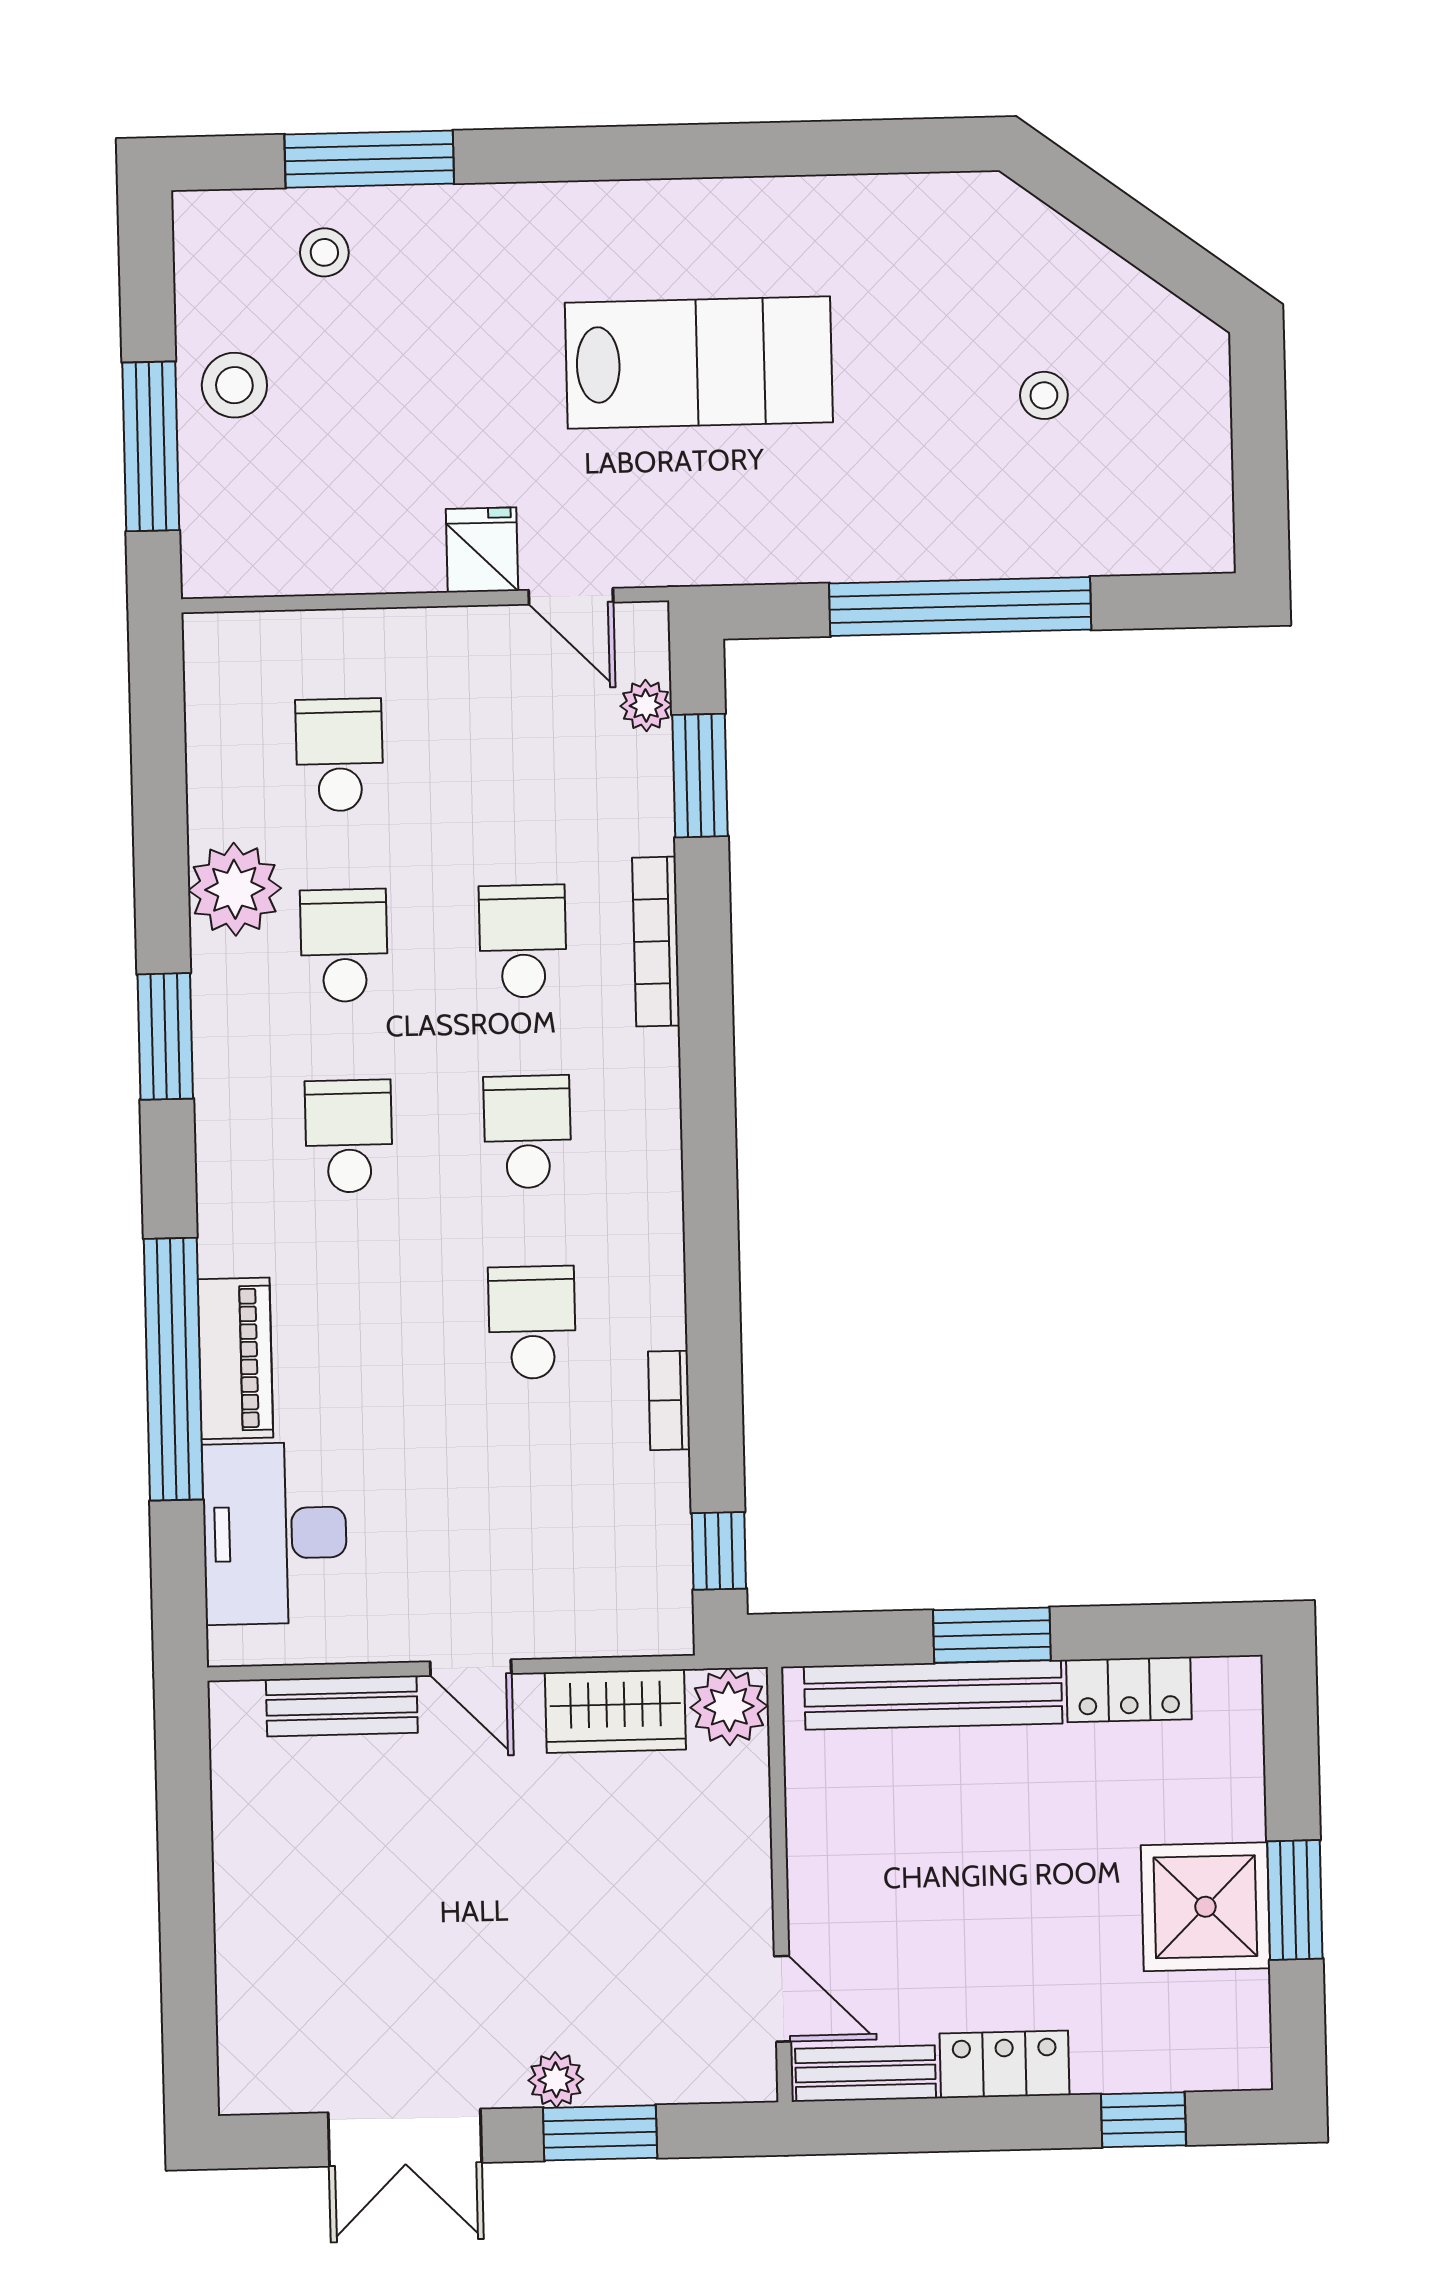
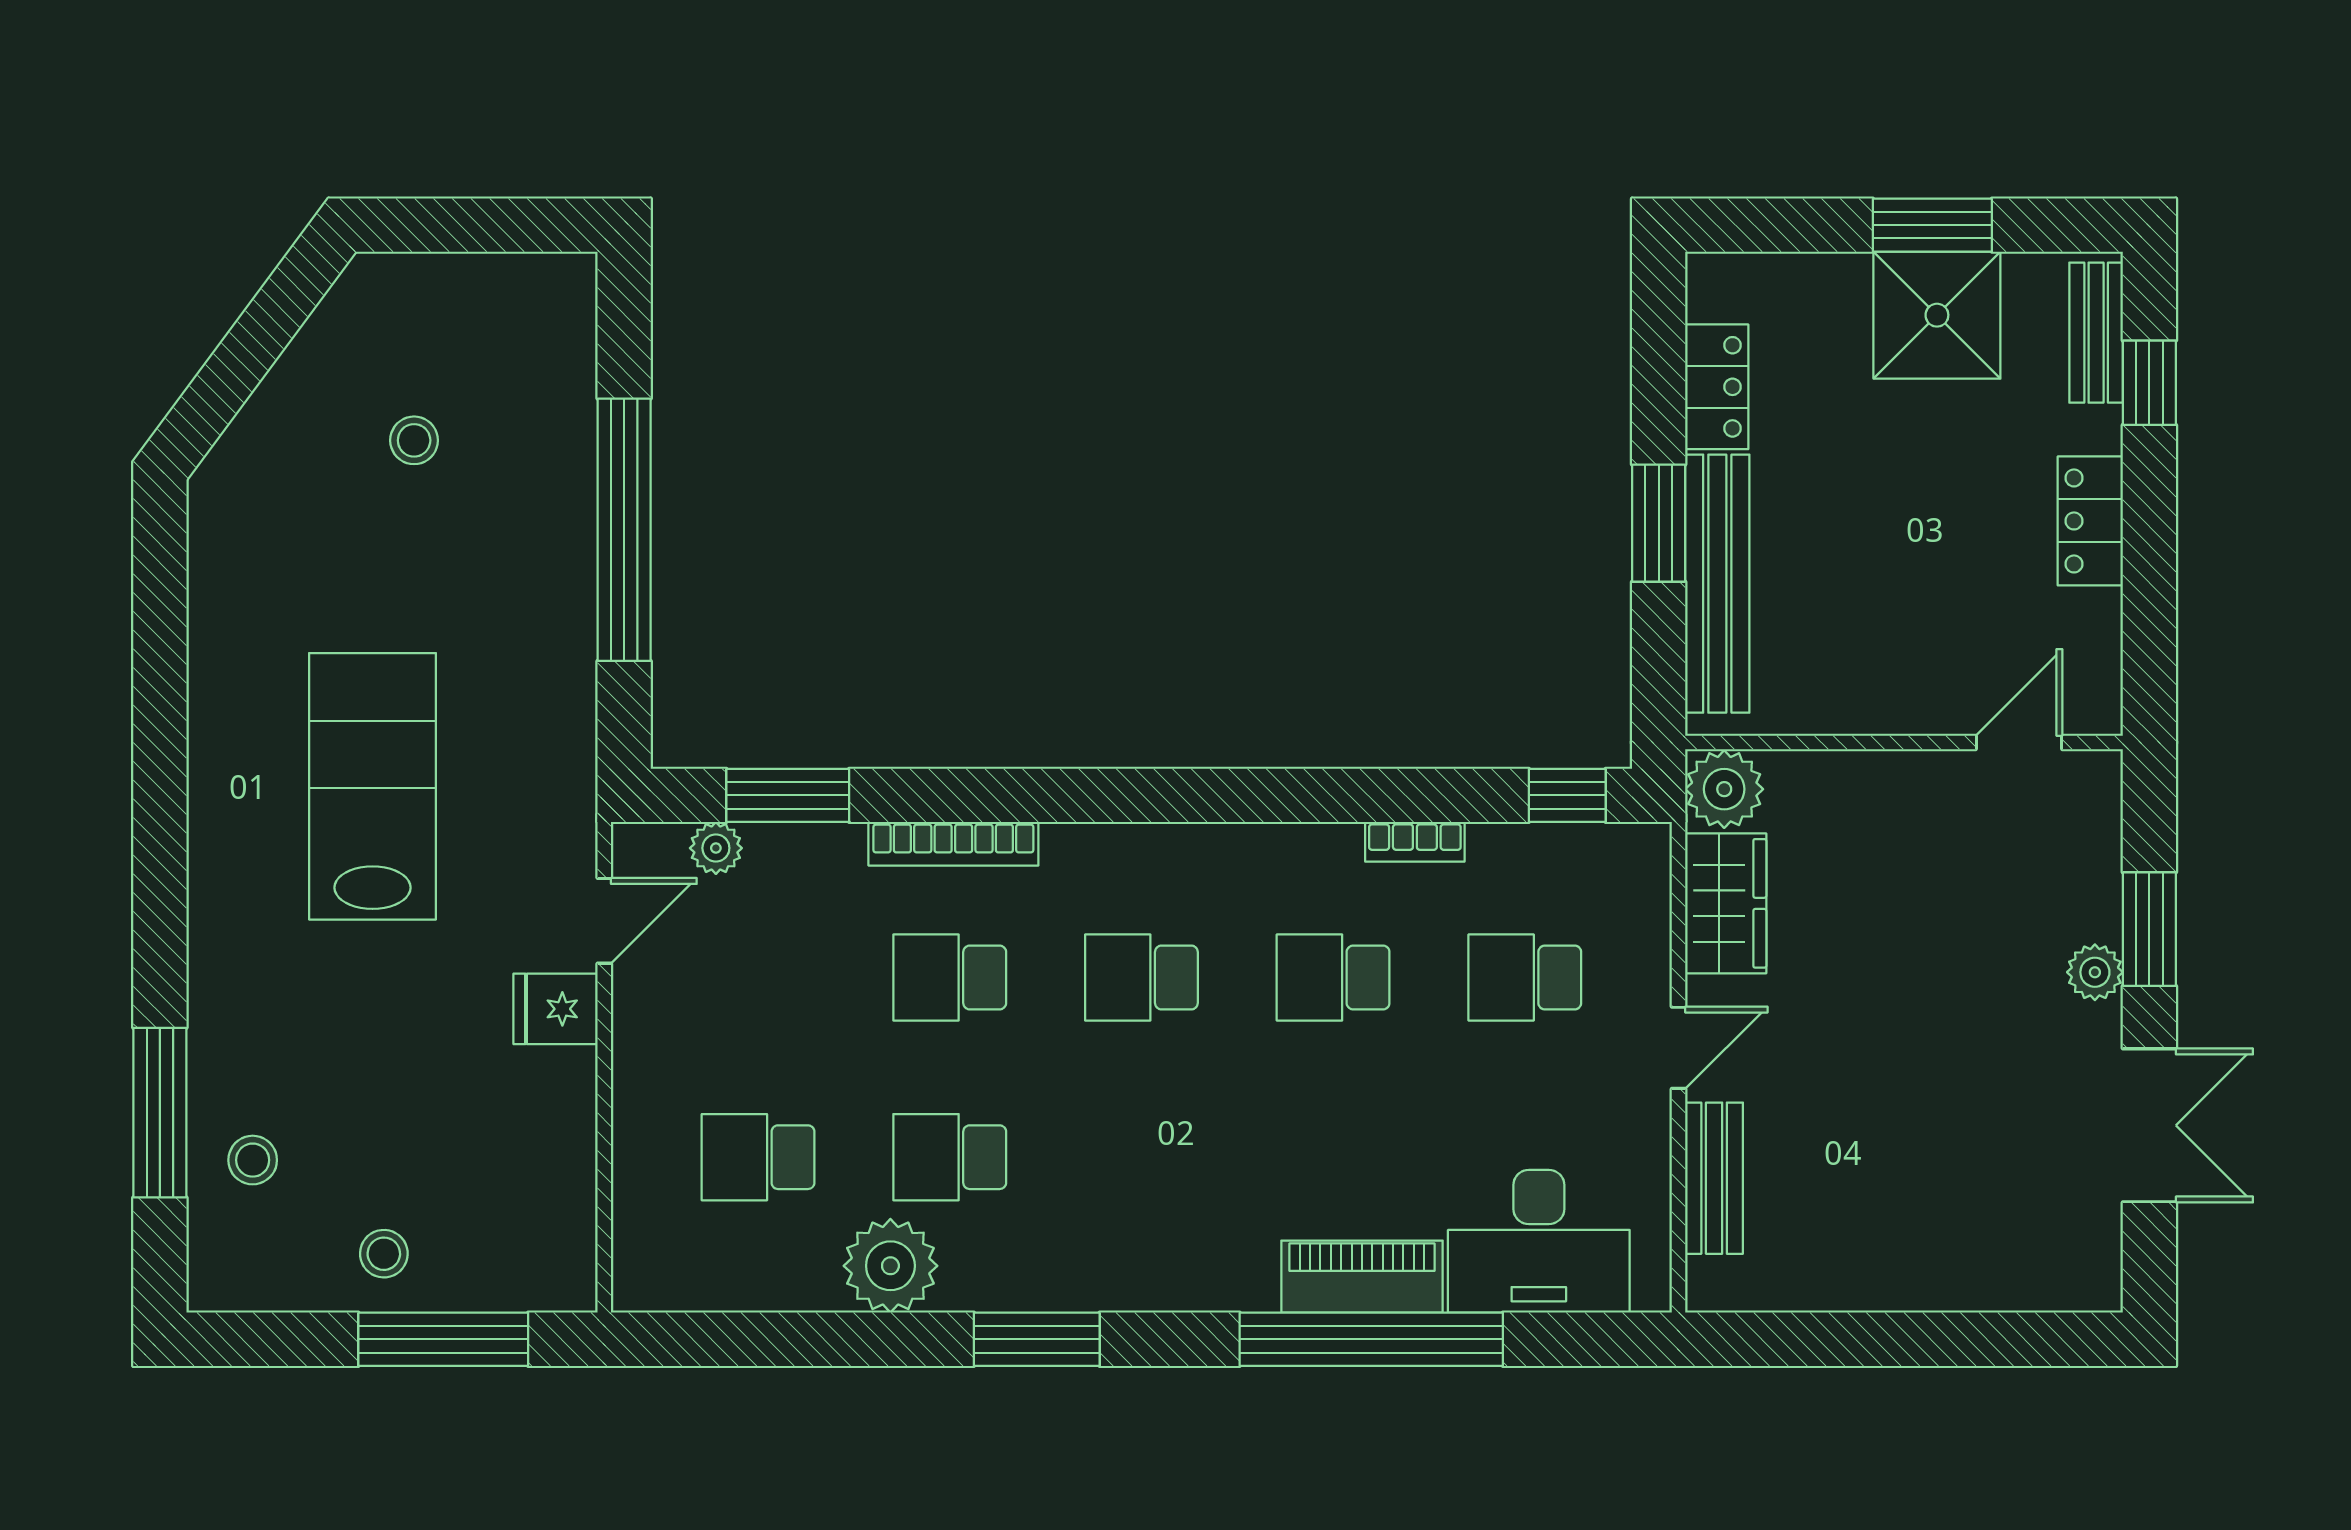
stool: (234, 385) -> (384, 1254), width x0.73, depth x0.73
school desk: (349, 1136) -> (1525, 978), moved
bench: (866, 2073) -> (2096, 333), moved

